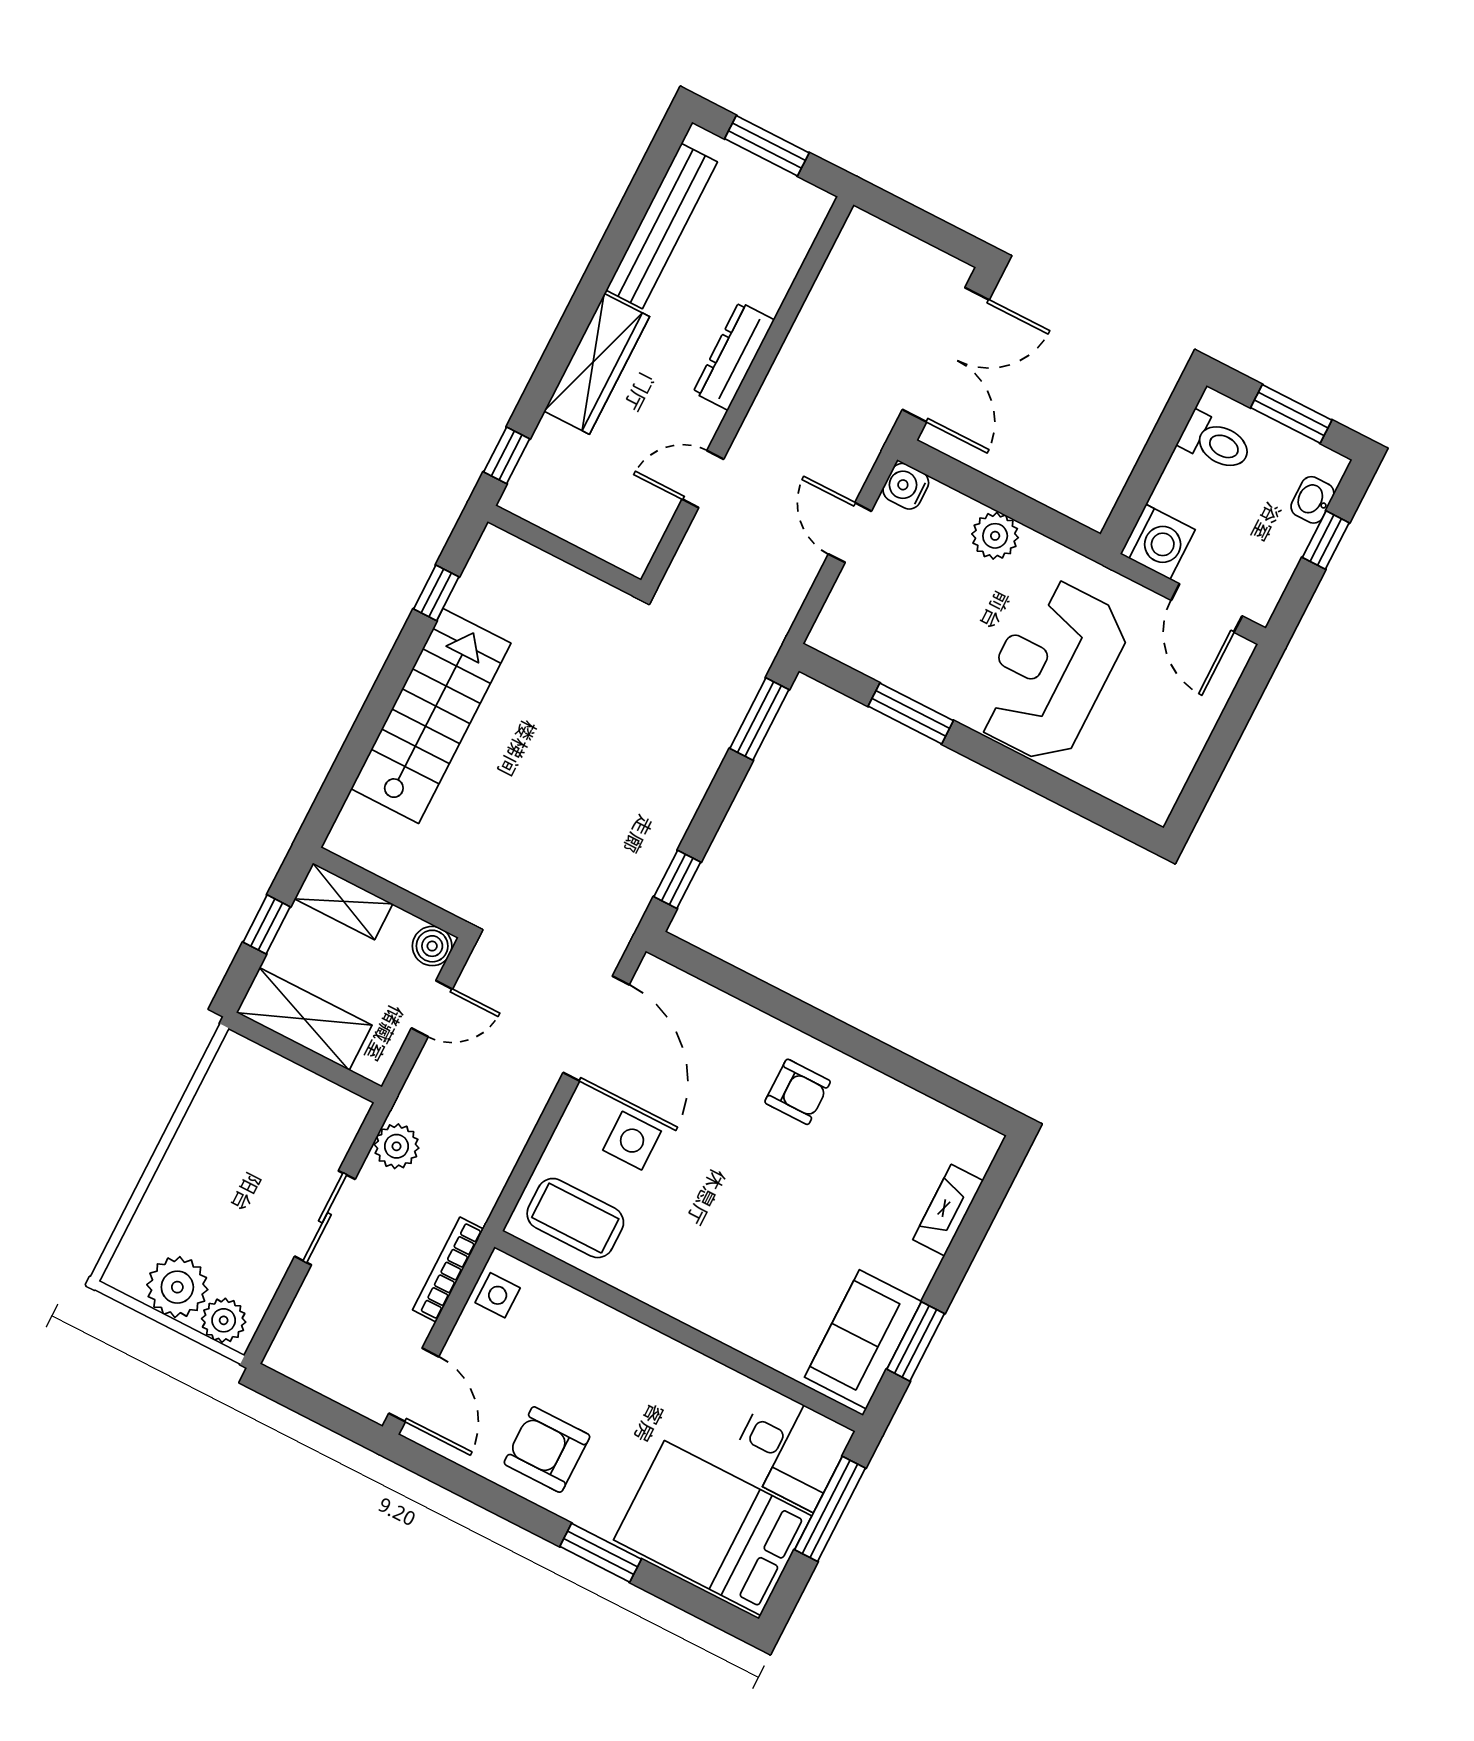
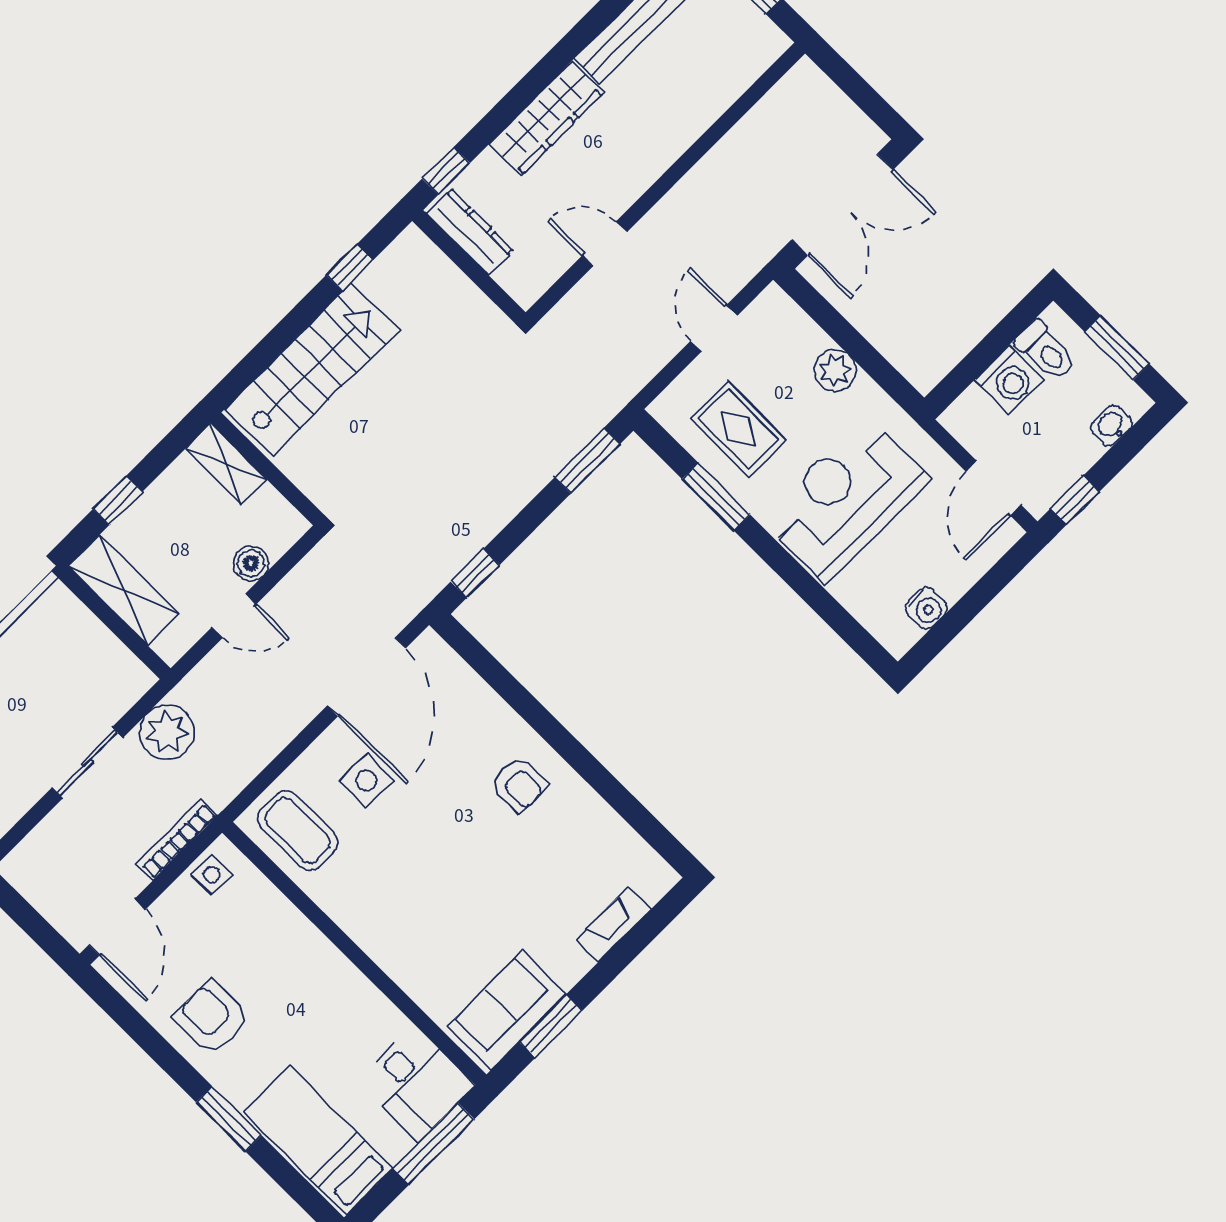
dresser: (734, 356) -> (470, 232), moved, turned 90
water cooler: (906, 486) -> (926, 608), moved, turned 180
window: (1326, 540) -> (1075, 500), moved
washing machine: (1158, 542) -> (1009, 380), moved
rug: (911, 632) -> (739, 429), added
wall: (390, 892) -> (267, 469), moved
shelving: (344, 901) -> (226, 464), moved
plant: (396, 1146) -> (167, 732), width x1.36, depth x1.36
bed: (713, 1528) -> (318, 1140), width x0.67

